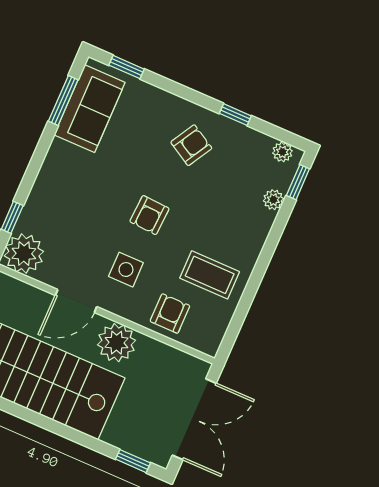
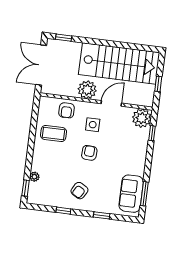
window: (127, 67) -> (102, 215), moved
plant: (282, 152) -> (37, 200), removed

